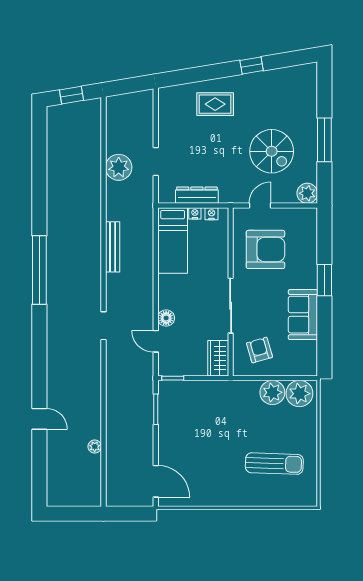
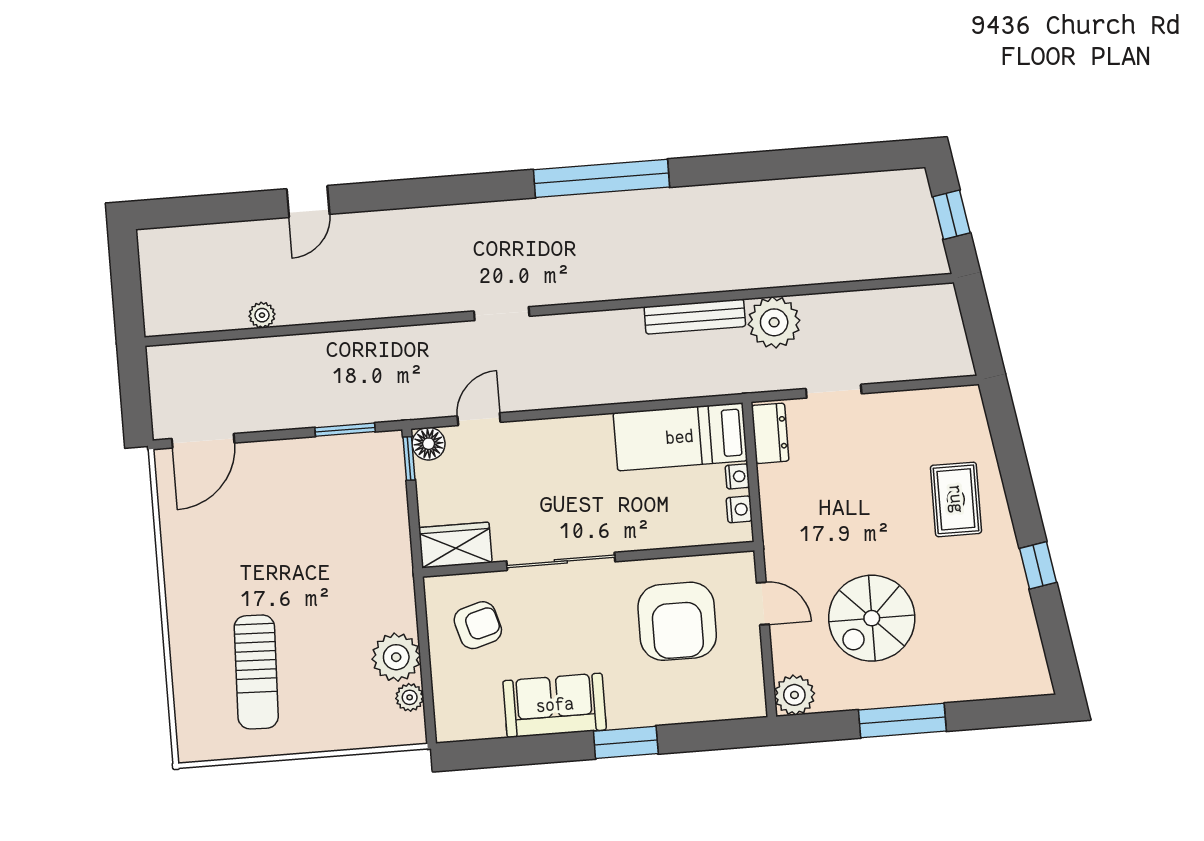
plant: (119, 167) -> (774, 322), moved
dresser: (197, 195) -> (770, 433), moved, width x0.70
bench: (113, 247) -> (695, 317), moved
floor lamp: (166, 318) -> (429, 444), moved
plant: (299, 394) -> (410, 697), width x0.53, depth x0.53

